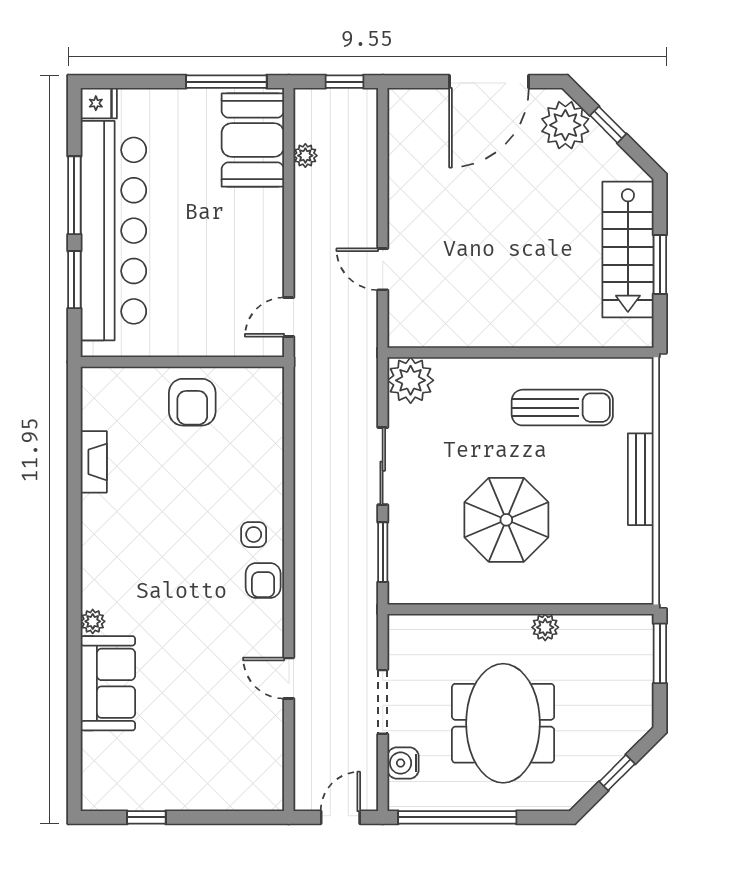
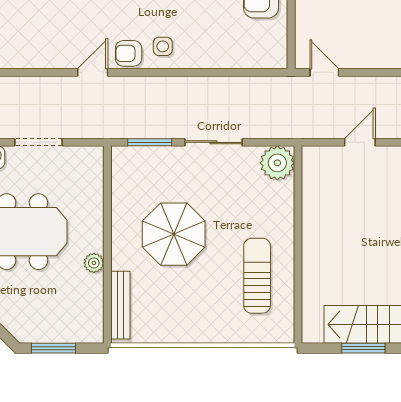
sun lounger: (562, 408) -> (257, 276), turned 180
bench: (641, 479) -> (120, 305), moved, turned 90
window: (660, 653) -> (54, 348), moved
door: (289, 678) -> (93, 72), moved

